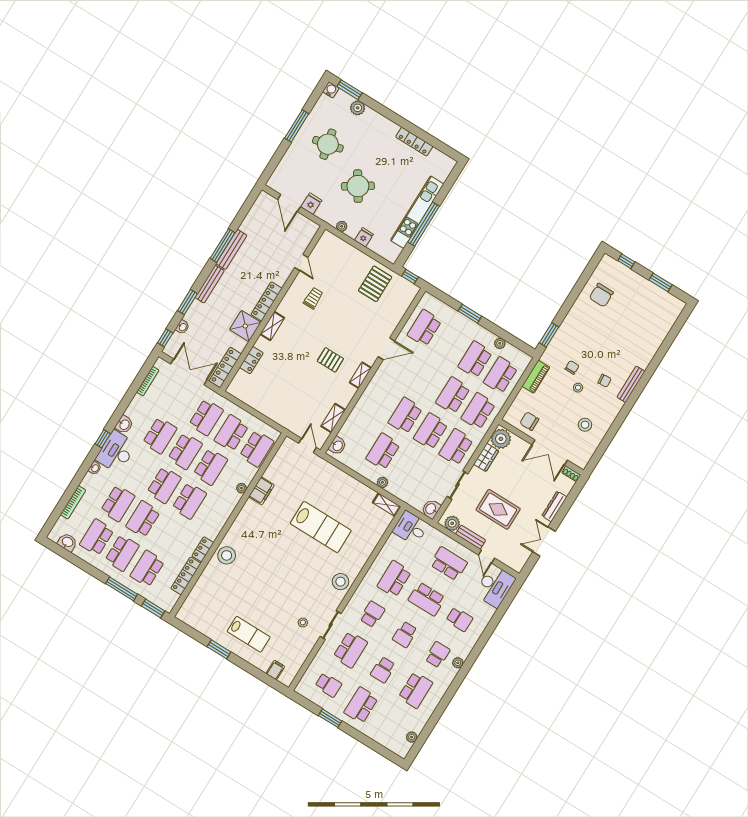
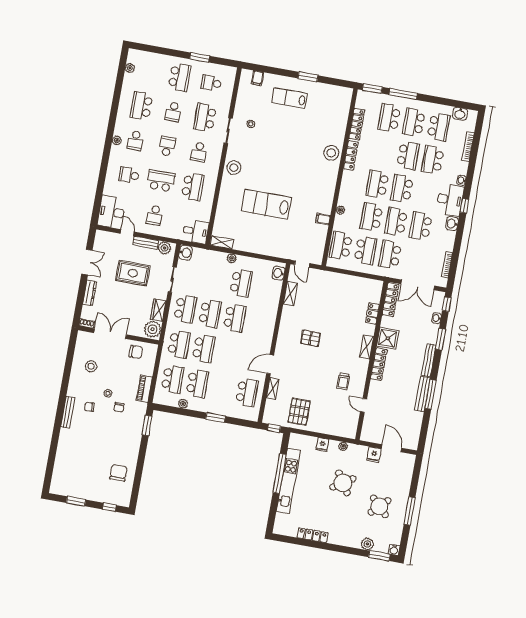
round table: (328, 144) -> (379, 506), turned -32
shelving: (360, 375) -> (273, 388), moved
filing cabinet: (261, 491) -> (323, 219), width x0.50
locker: (203, 549) -> (351, 155), width x1.53
school desk: (449, 564) -> (155, 215), width x0.54
school desk: (147, 569) -> (389, 118), turned 180
school desk: (383, 670) -> (173, 112), turned 180

